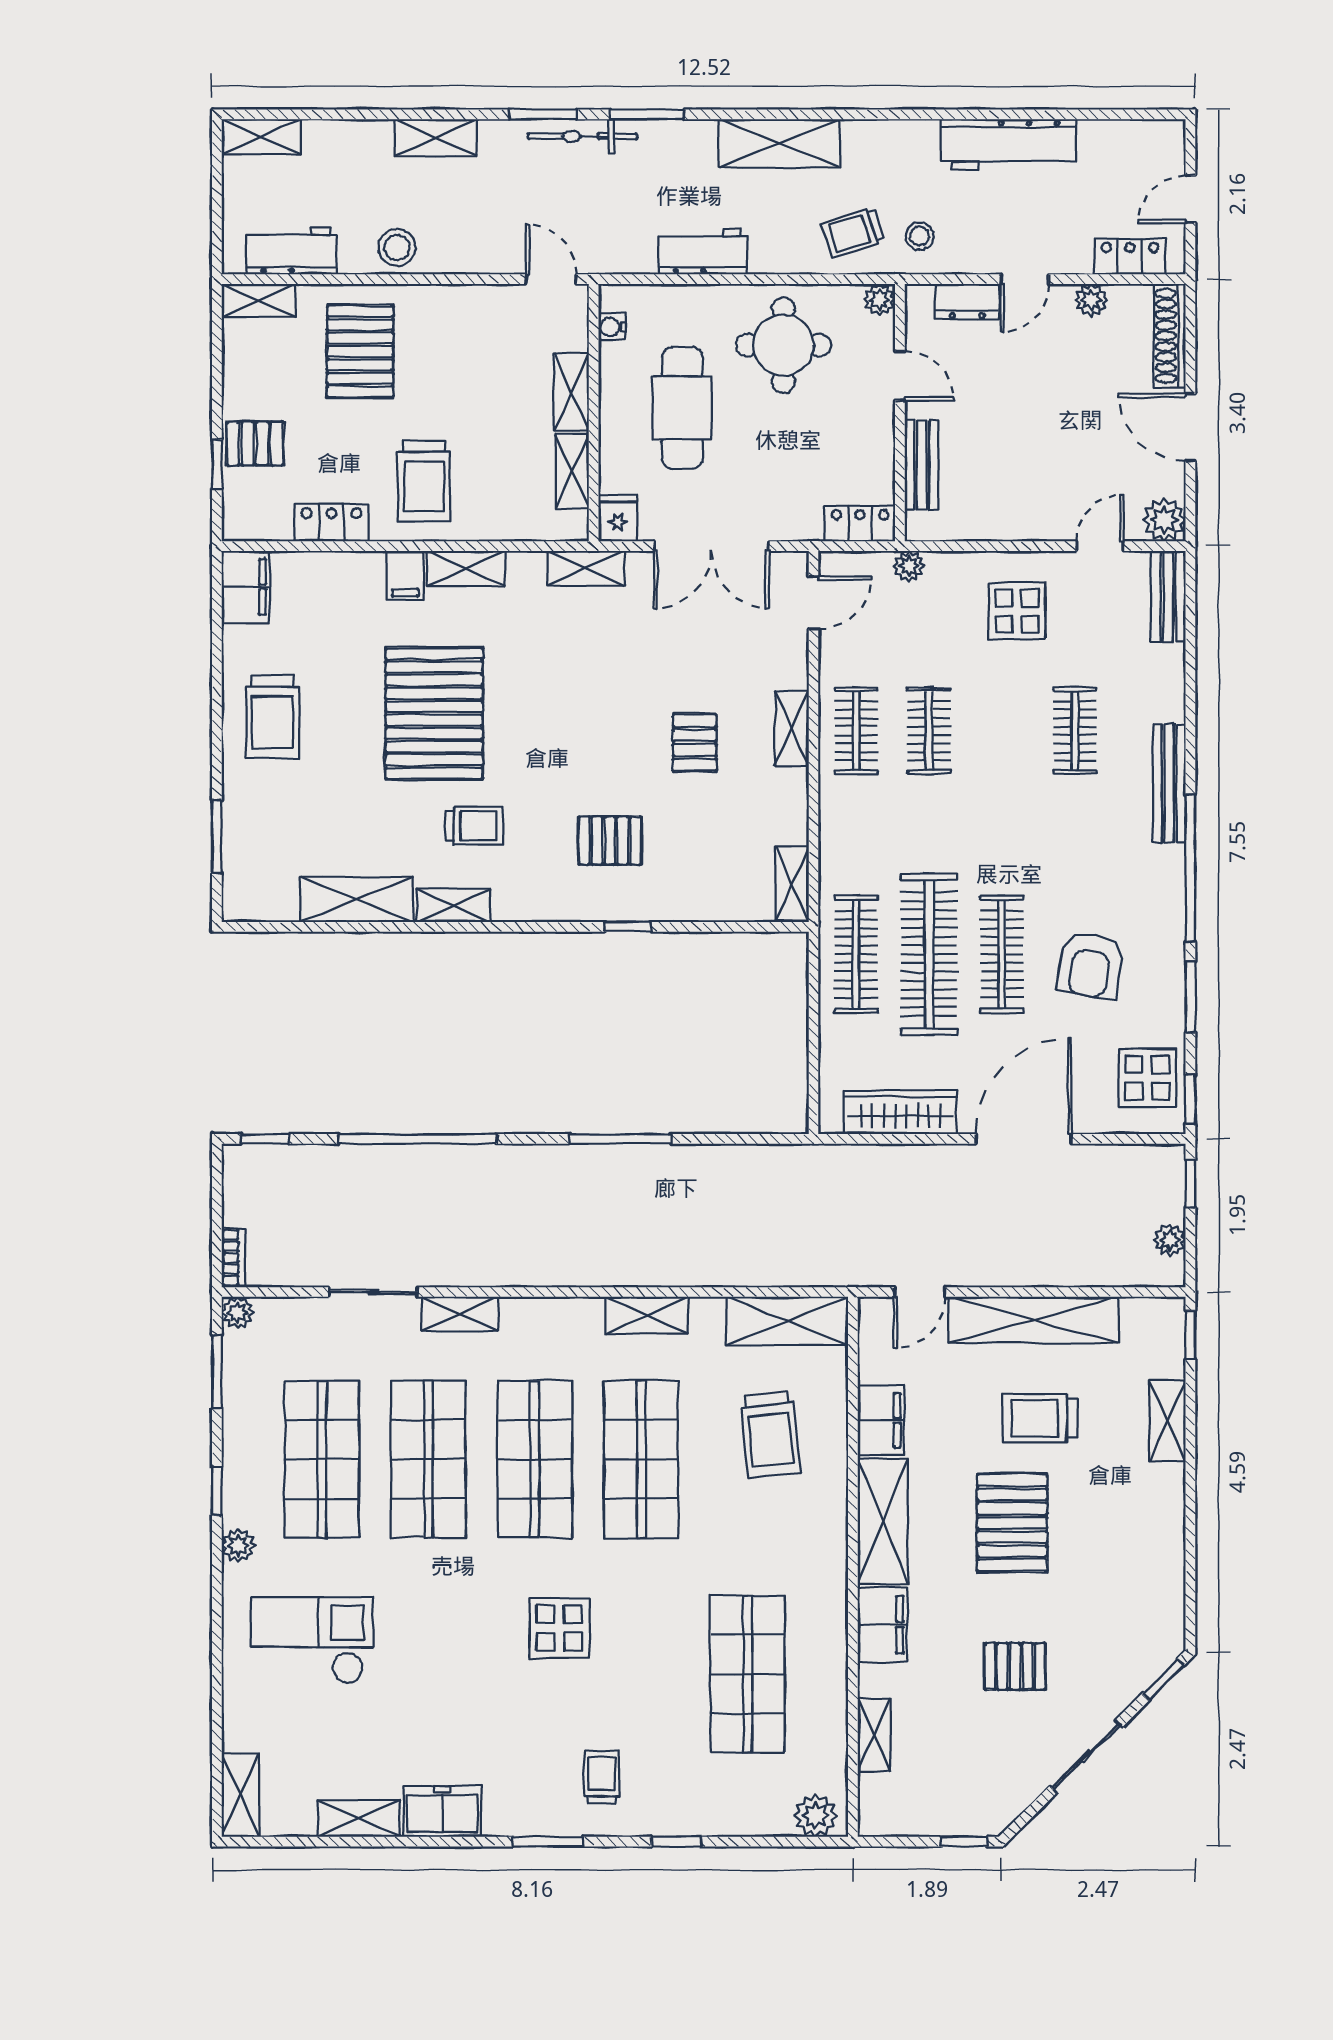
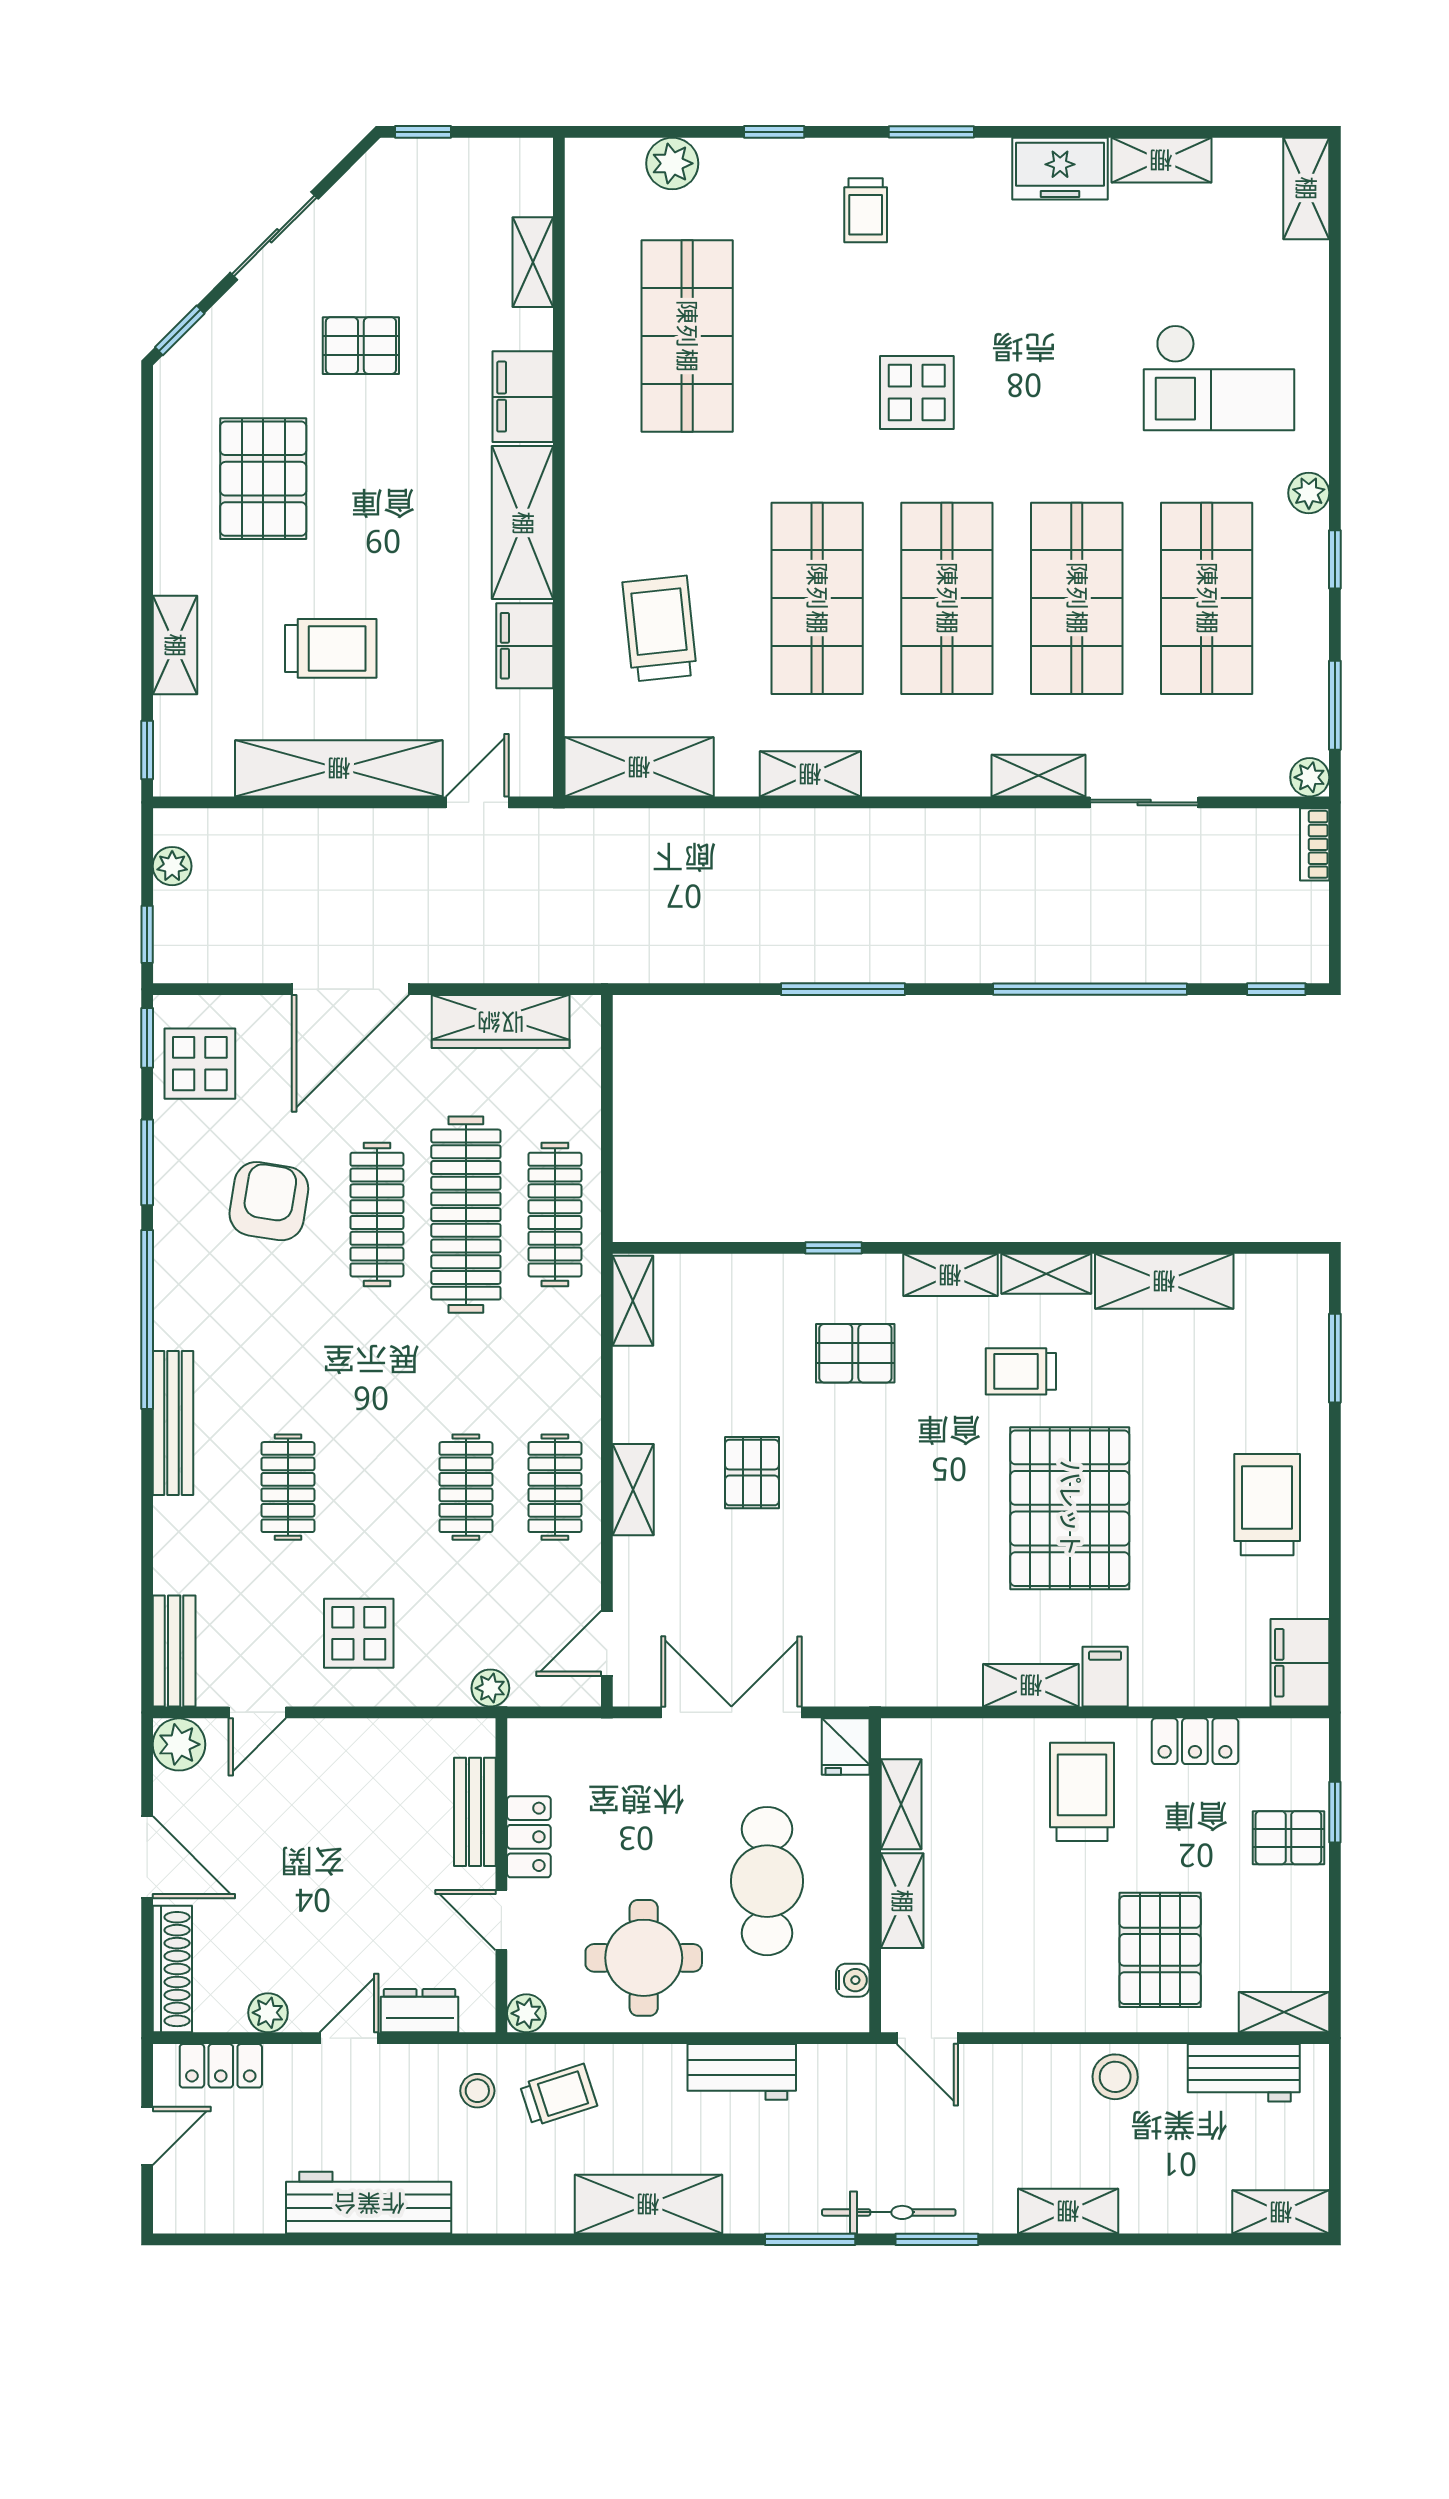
locker: (860, 524) -> (529, 1837), moved, turned -90
shelving: (586, 568) -> (950, 1275), moved
pallet: (1012, 1523) -> (263, 479), moved
plant: (816, 1816) -> (672, 163), moved

